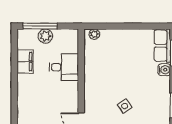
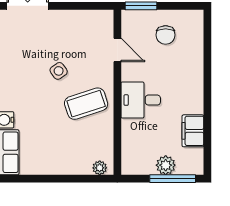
desk: (64, 67) -> (141, 100), moved
coffee table: (104, 82) -> (86, 104), added

